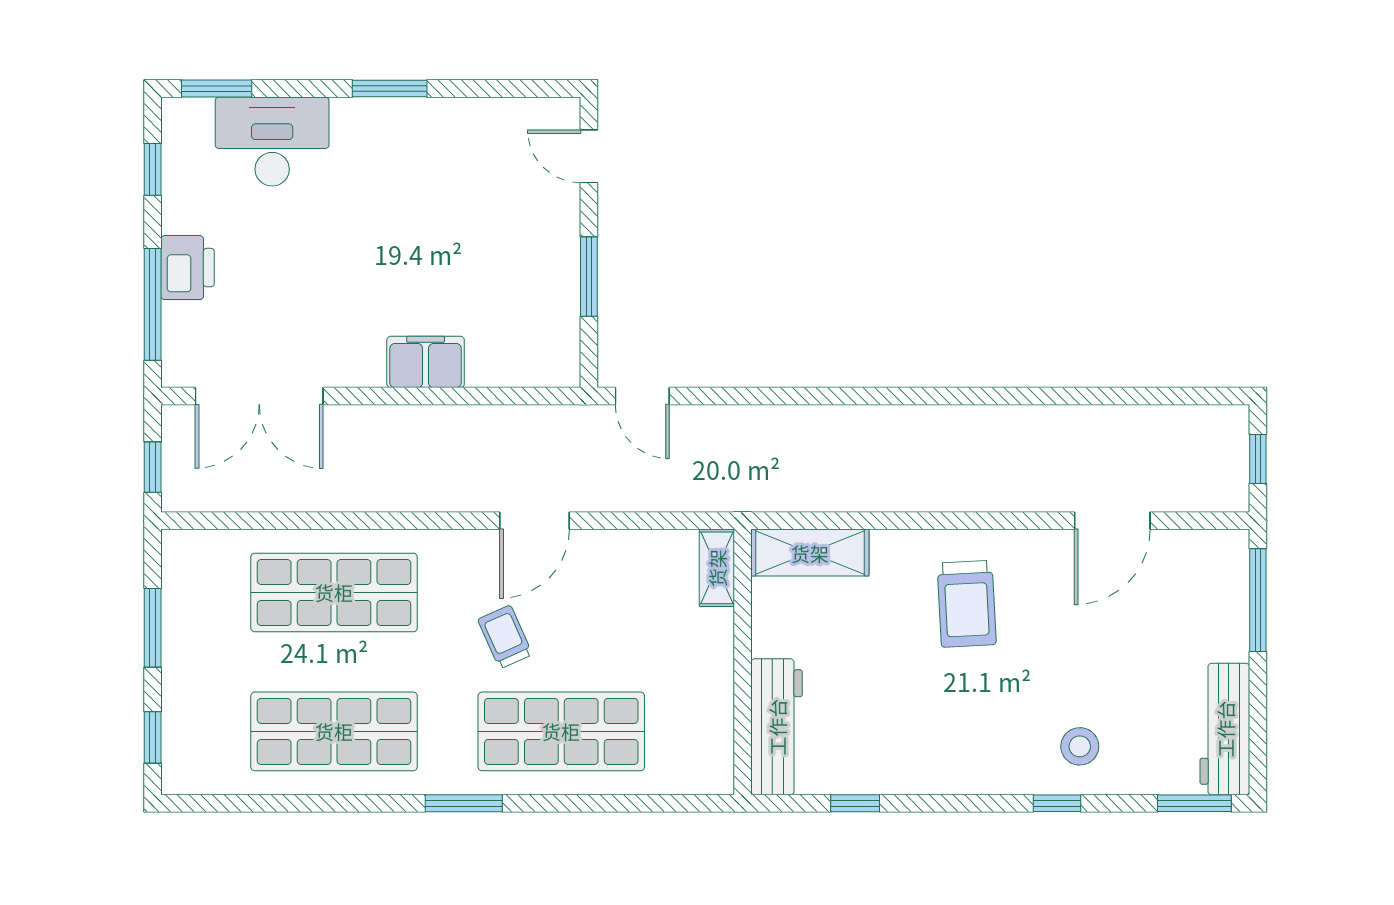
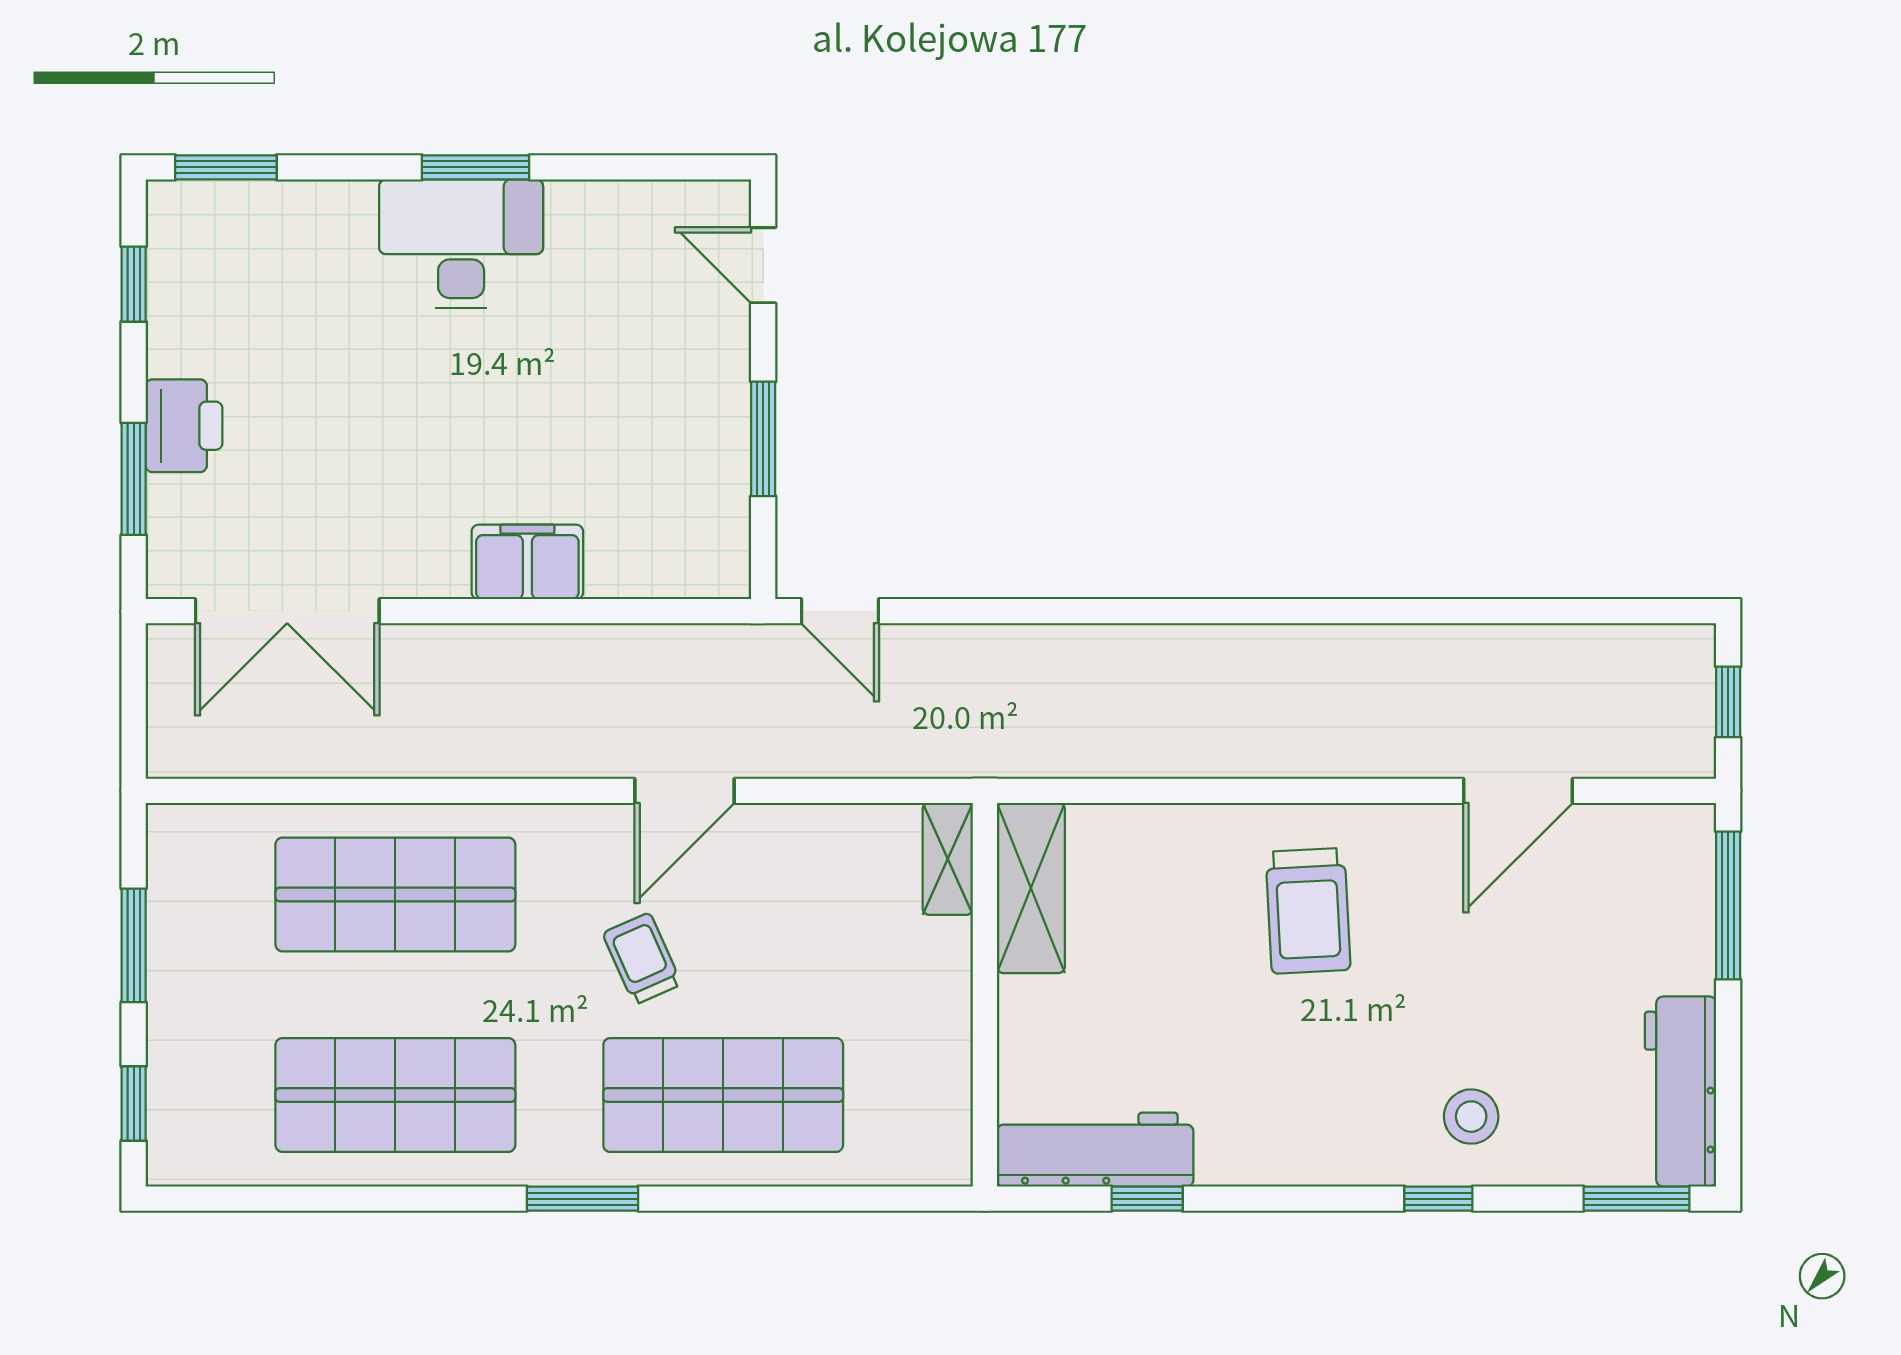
desk: (272, 142) -> (461, 244), moved
window: (153, 304) -> (134, 479), width x0.69
window: (153, 467) -> (134, 714), removed
shelving: (810, 553) -> (1031, 888), moved, turned 90
workbench: (777, 727) -> (1095, 1150), moved, turned -90

